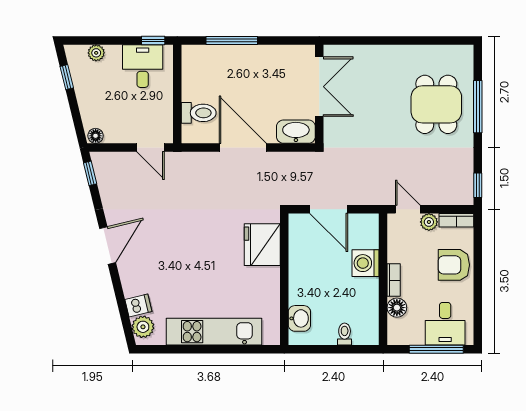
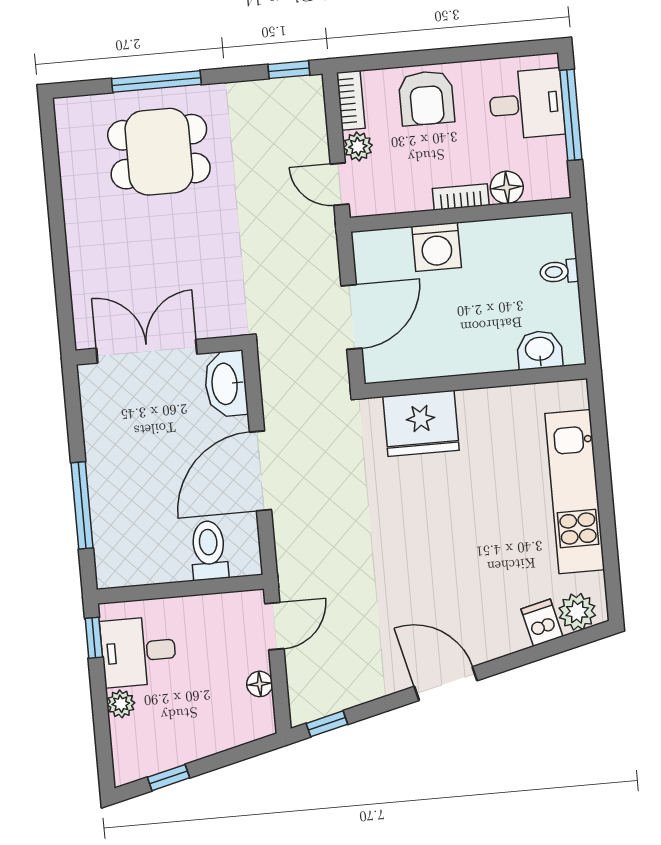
plant: (96, 53) -> (121, 704), moved
floor lamp: (96, 136) -> (260, 684), moved
door: (408, 209) -> (340, 184), hinge flipped

